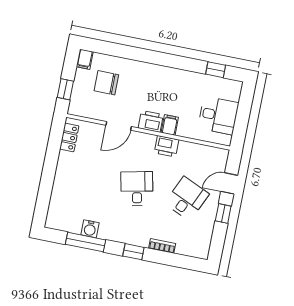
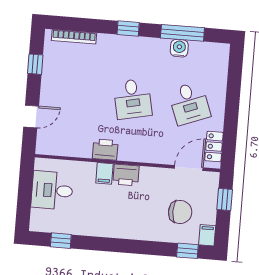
window: (104, 47) -> (187, 251), added
door: (119, 126) -> (189, 168), moved
desk: (187, 199) -> (189, 103), moved, turned -45
window: (223, 213) -> (35, 64), moved
bookcase: (162, 246) -> (74, 37), moved, width x1.56

